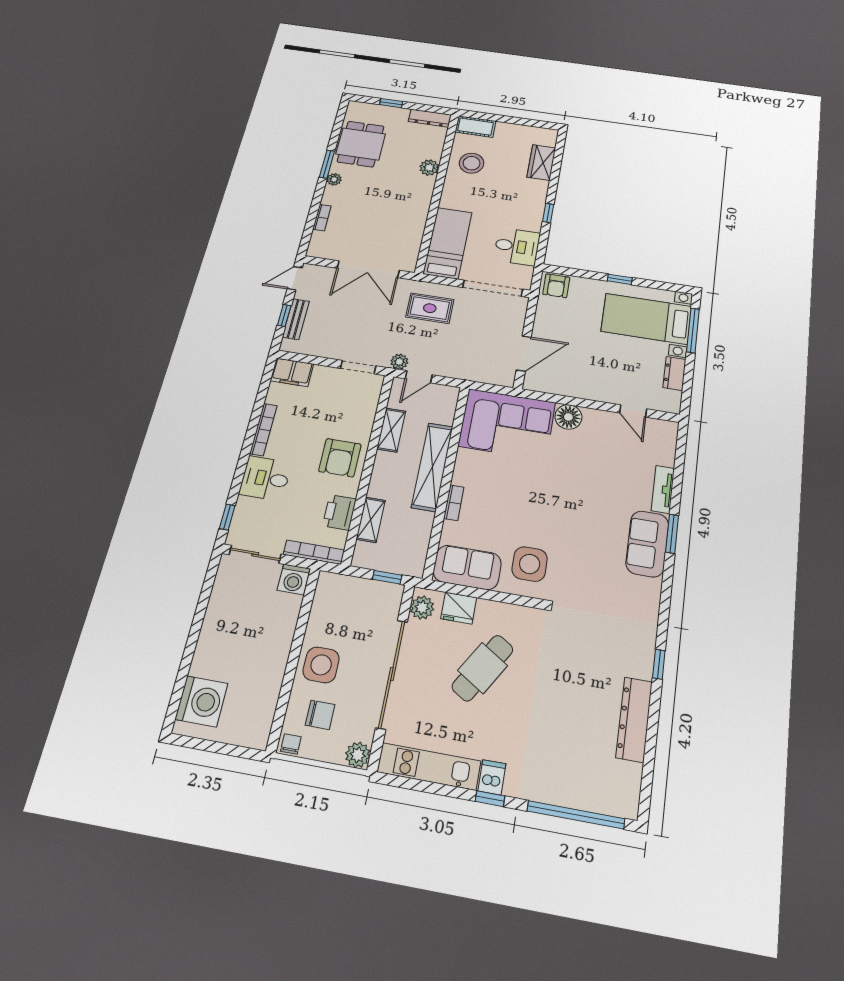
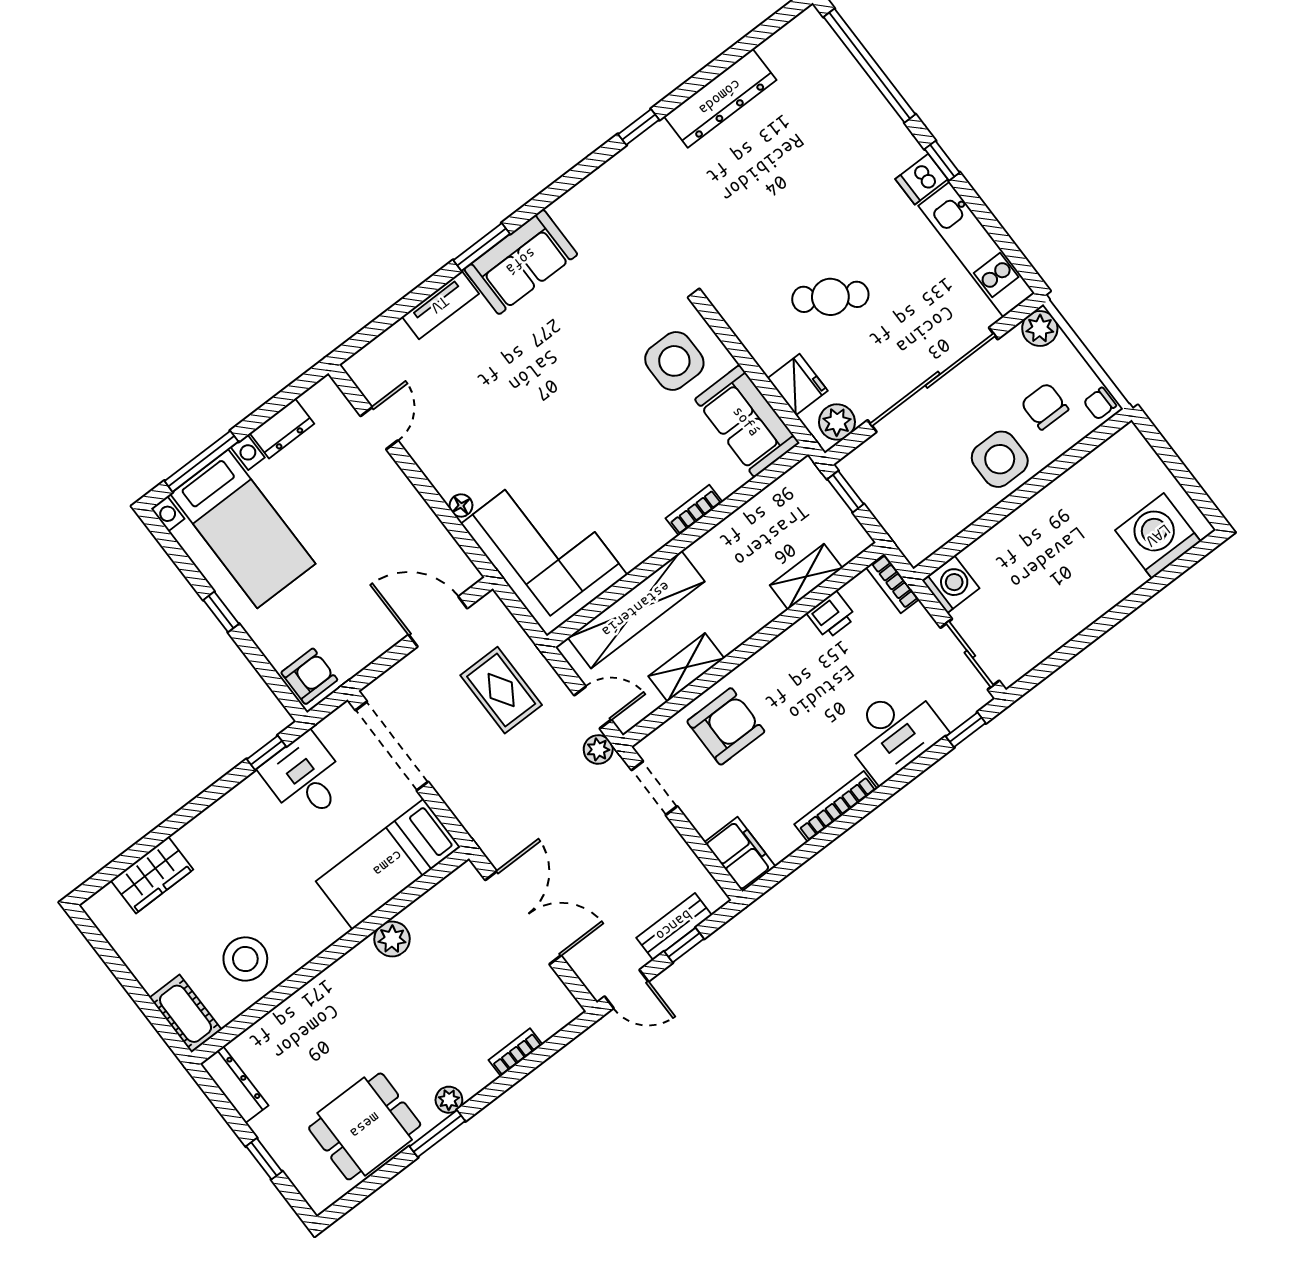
plant: (429, 168) -> (392, 939), moved
window: (548, 213) -> (266, 753), moved
rug: (430, 308) -> (501, 690), moved
floor lamp: (568, 417) -> (461, 505), width x0.53, depth x0.53
armchair: (340, 458) -> (726, 726), moved
shelving: (432, 467) -> (636, 610), moved
desk: (265, 478) -> (894, 732), width x1.37
printer: (339, 512) -> (831, 615), width x0.73, depth x0.81
bookcase: (314, 552) -> (893, 583), width x0.64
cafe table: (483, 668) -> (830, 297), width x0.73, depth x0.74

